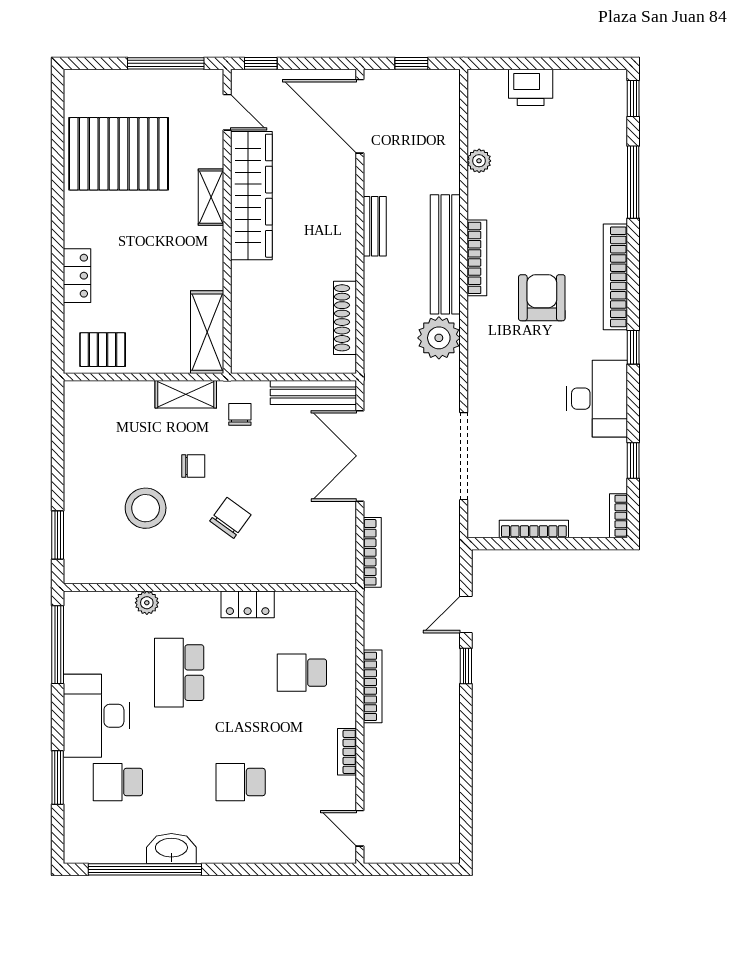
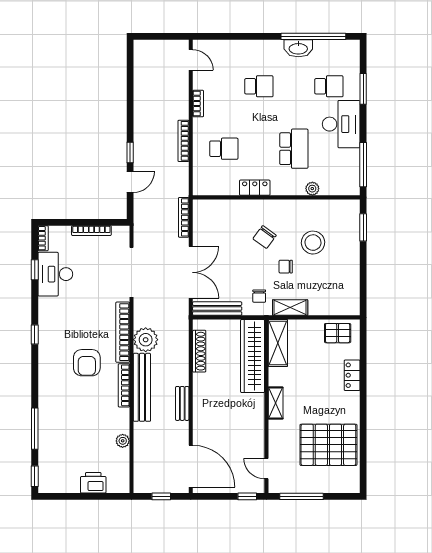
wardrobe: (251, 196) -> (253, 356), moved
shelving: (211, 197) -> (276, 403), moved
bookcase: (615, 277) -> (123, 332), moved, turned 180
desk: (597, 399) -> (55, 274), moved

